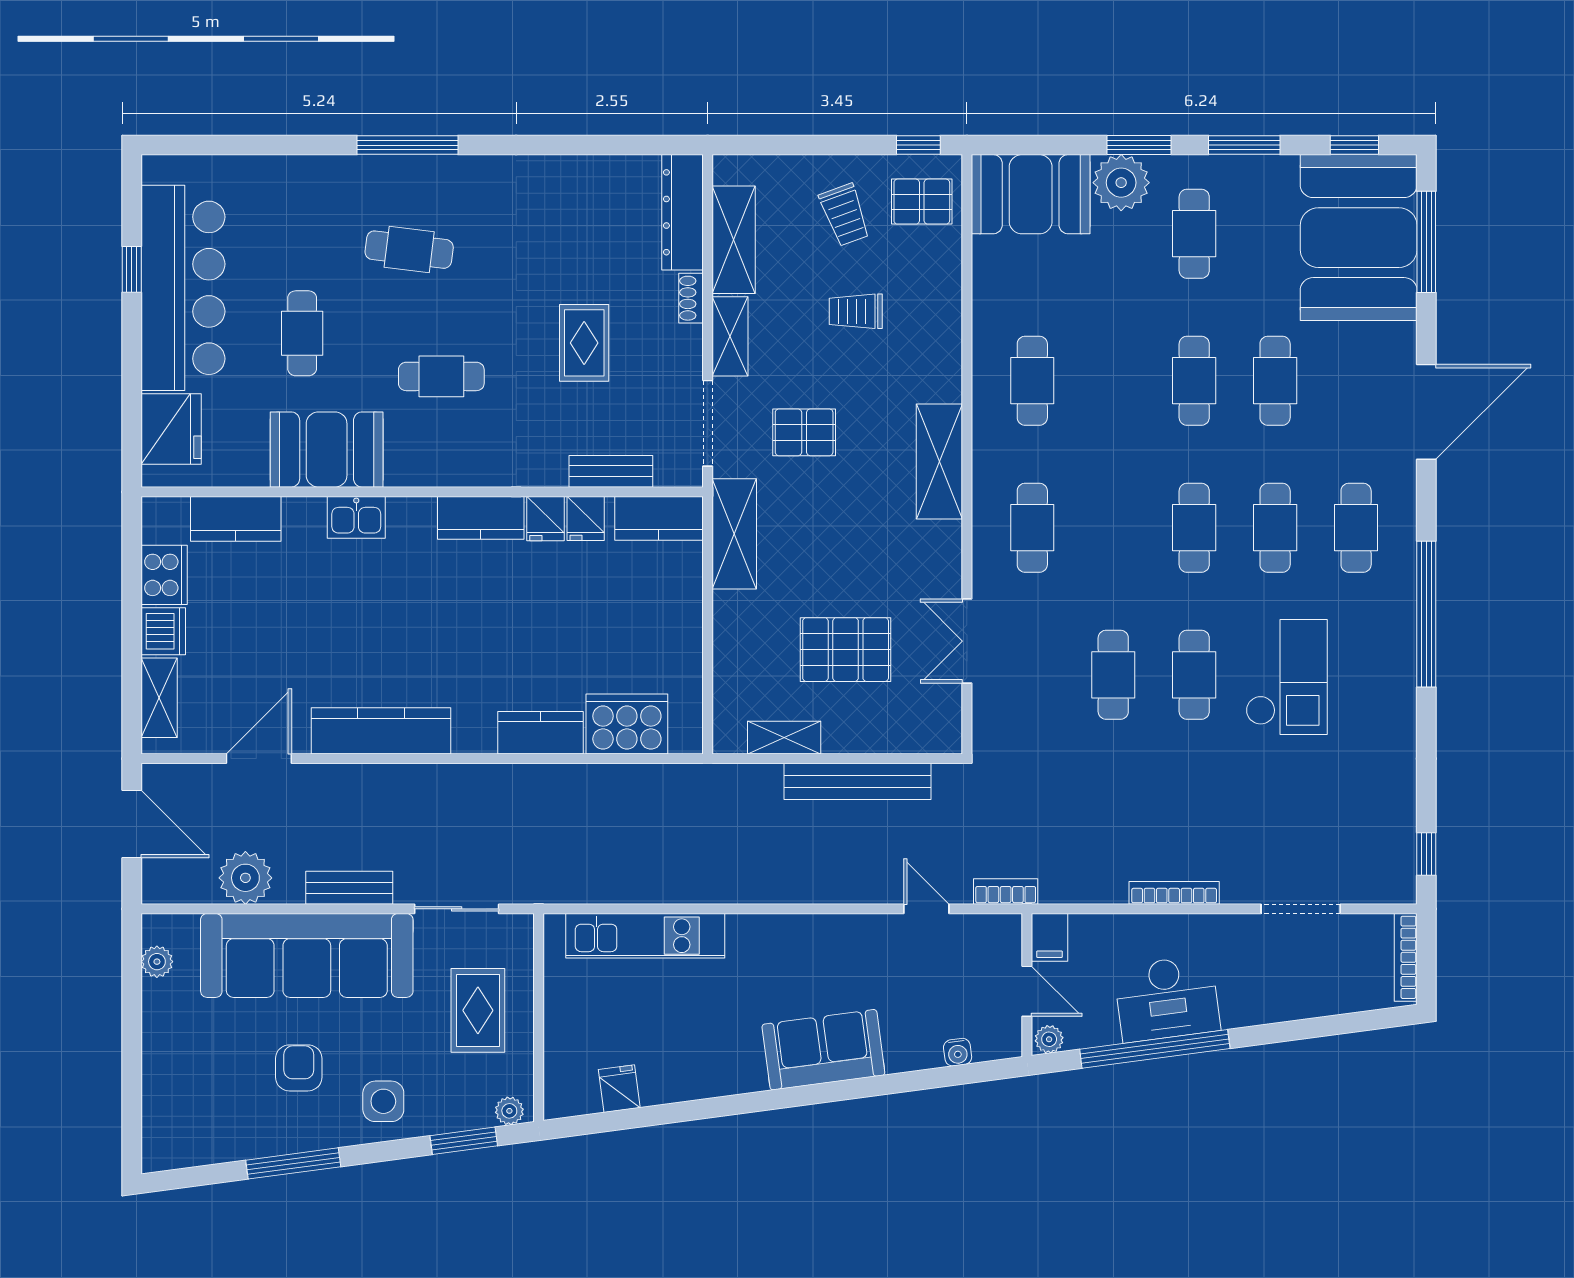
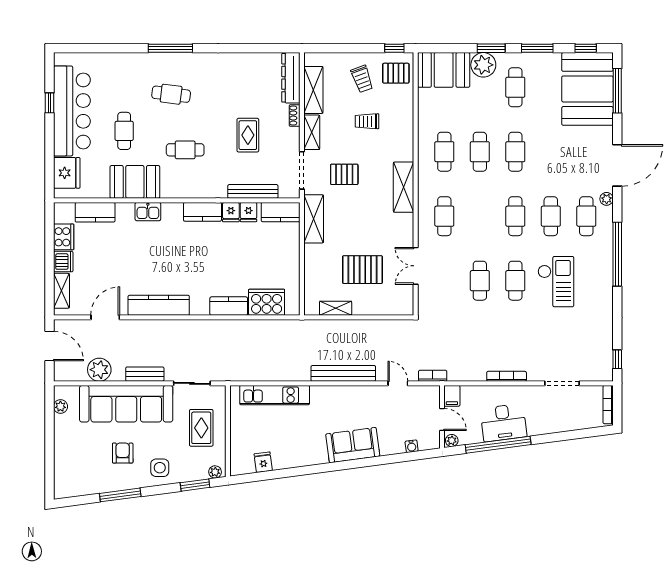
cafe table: (1275, 381) -> (480, 152), moved
bench: (611, 471) -> (253, 191), width x1.36
plant: (1402, 488) -> (607, 199), added
bench: (858, 781) -> (343, 373), moved

